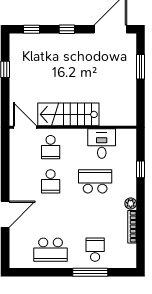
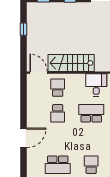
school desk: (51, 147) -> (58, 88), turned 180

